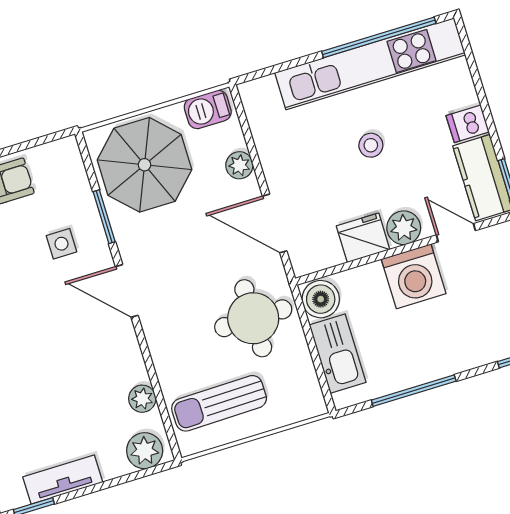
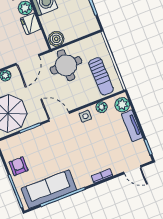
side table: (61, 244) -> (85, 116), moved
door: (127, 291) -> (59, 117), swing flipped
kitchen sink: (338, 354) -> (78, 30), removed
tv unit: (63, 480) -> (132, 126), moved

